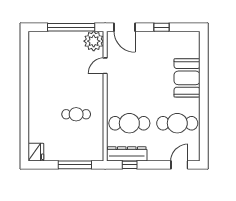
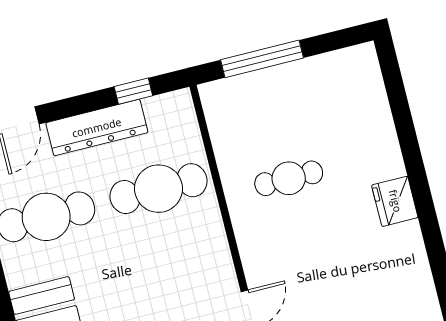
fridge: (36, 152) -> (395, 201), moved
dresser: (127, 154) -> (97, 128), moved

